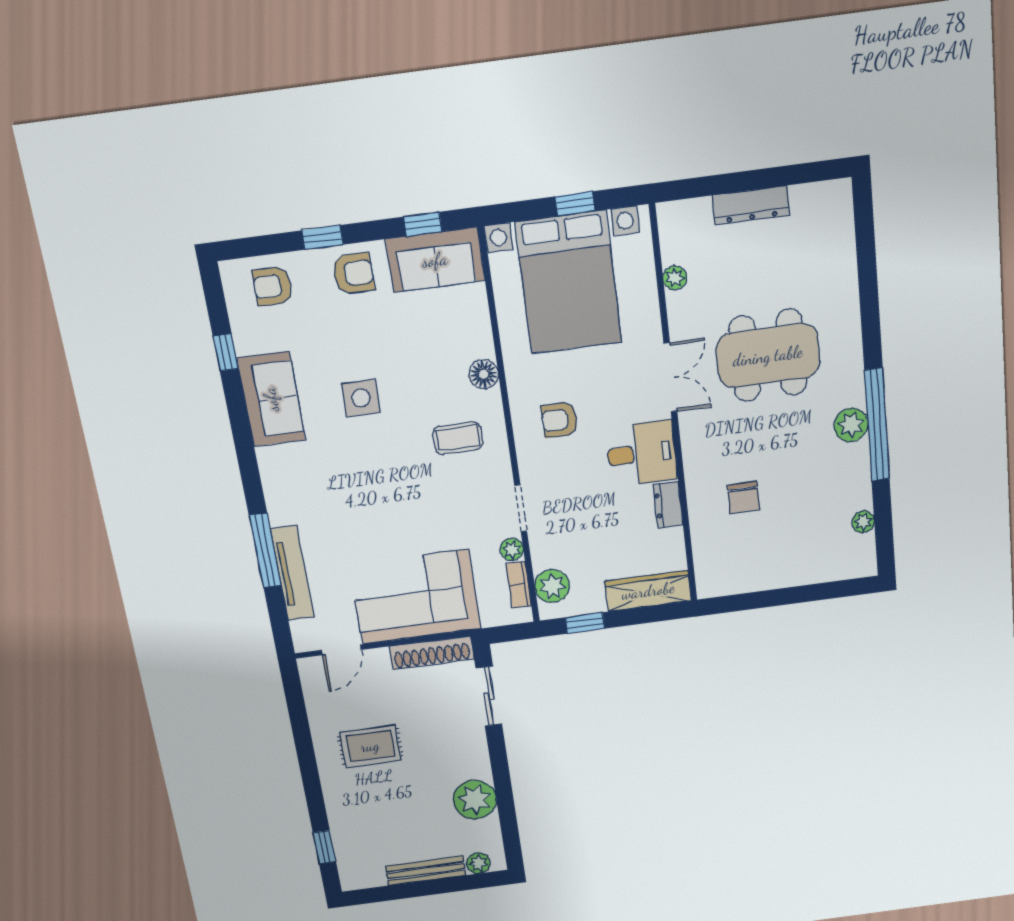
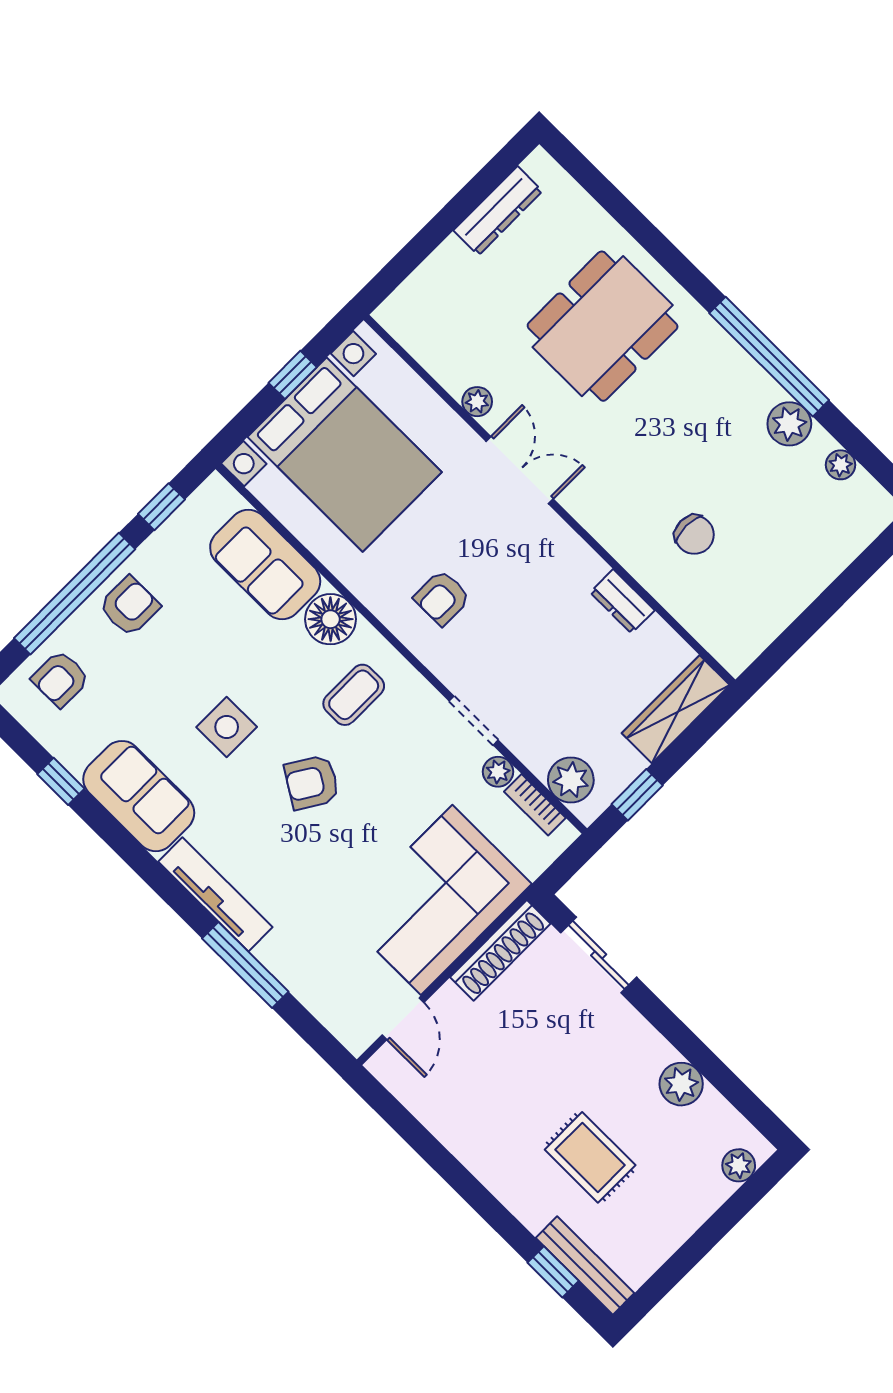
dresser: (751, 205) -> (498, 211), moved
window: (322, 237) -> (75, 594), width x3.17
sofa: (435, 260) -> (265, 565), moved, turned 90
plant: (675, 278) -> (477, 402), moved
dining table: (768, 356) -> (603, 326), moved
floor lamp: (484, 374) -> (331, 619), width x1.38, depth x1.38
plant: (851, 425) -> (789, 424), moved
desk: (642, 453) -> (552, 569), removed
armchair: (390, 472) -> (312, 782), added
tv unit: (292, 573) -> (215, 894), moved
rug: (370, 746) -> (590, 1157), moved, turned 90
plant: (475, 800) -> (681, 1084), width x0.73, depth x0.73
bench: (426, 871) -> (585, 1265), moved, turned 90

